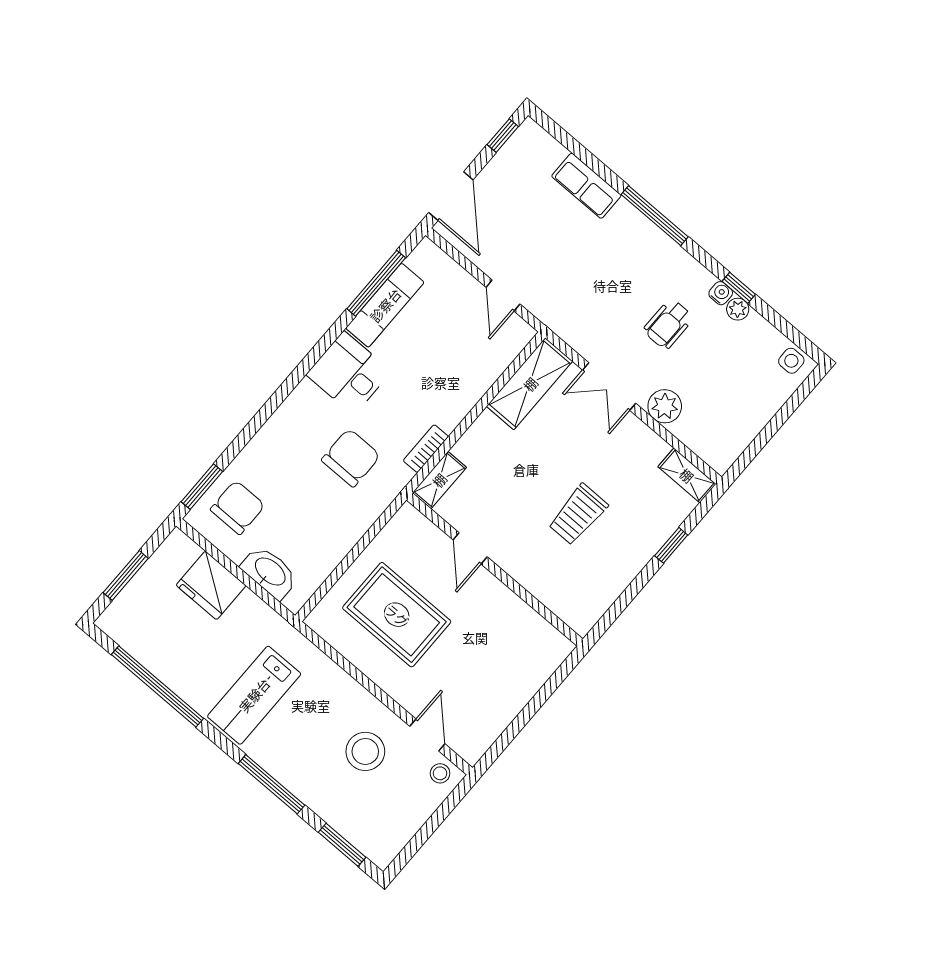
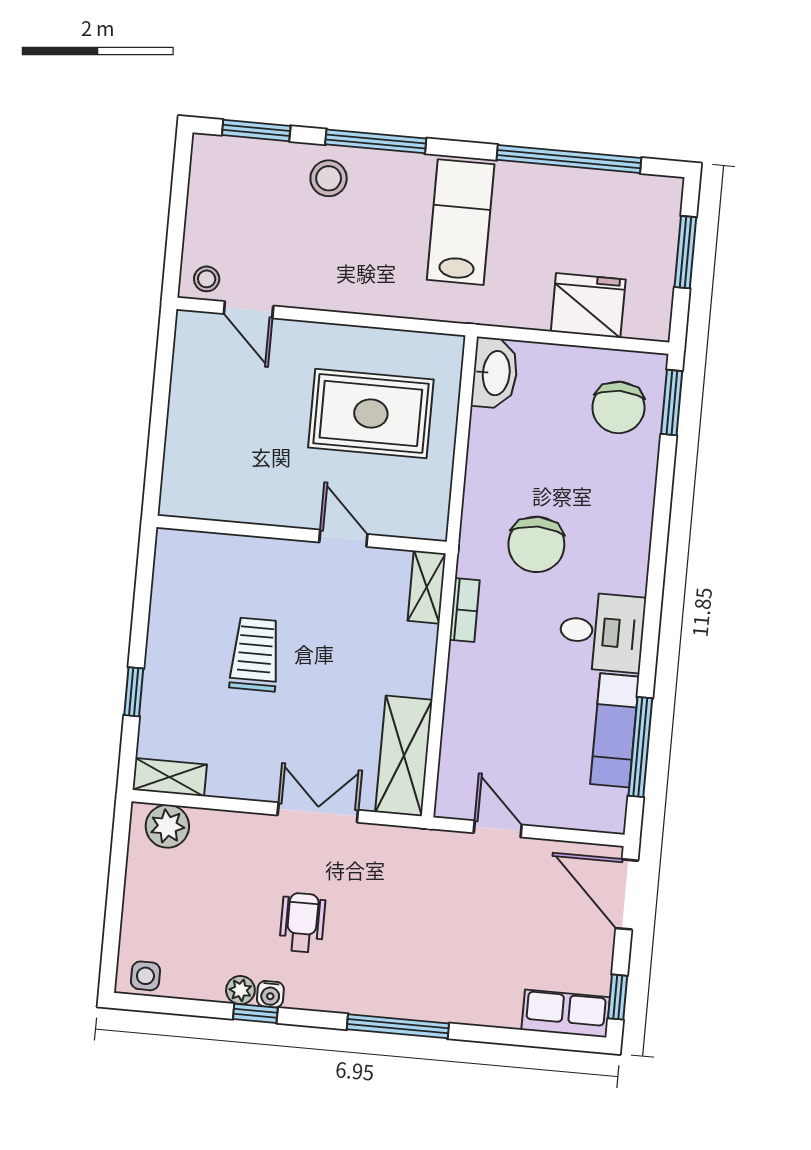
row of seats: (586, 186) -> (566, 1014), moved
plant: (665, 406) -> (167, 826), moved
washbasin: (270, 572) -> (495, 373), moved, turned -90
stool: (365, 751) -> (329, 178), moved, width x0.73, depth x0.73

